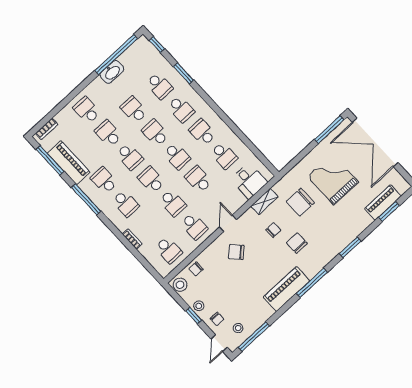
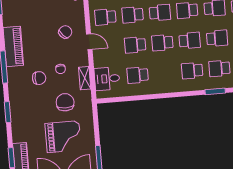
school desk: (203, 132) -> (165, 73), removed
school desk: (198, 179) -> (135, 45), turned 180

